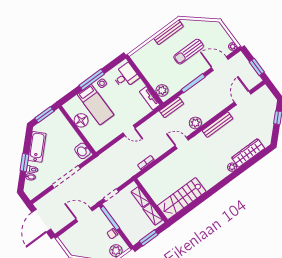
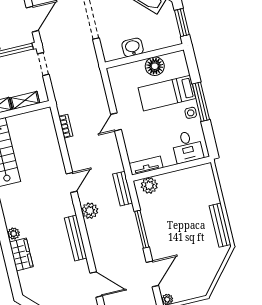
sun lounger: (189, 52) -> (184, 240), removed
washbasin: (83, 151) -> (133, 47), moved
wardrobe: (248, 153) -> (21, 254), width x0.67

